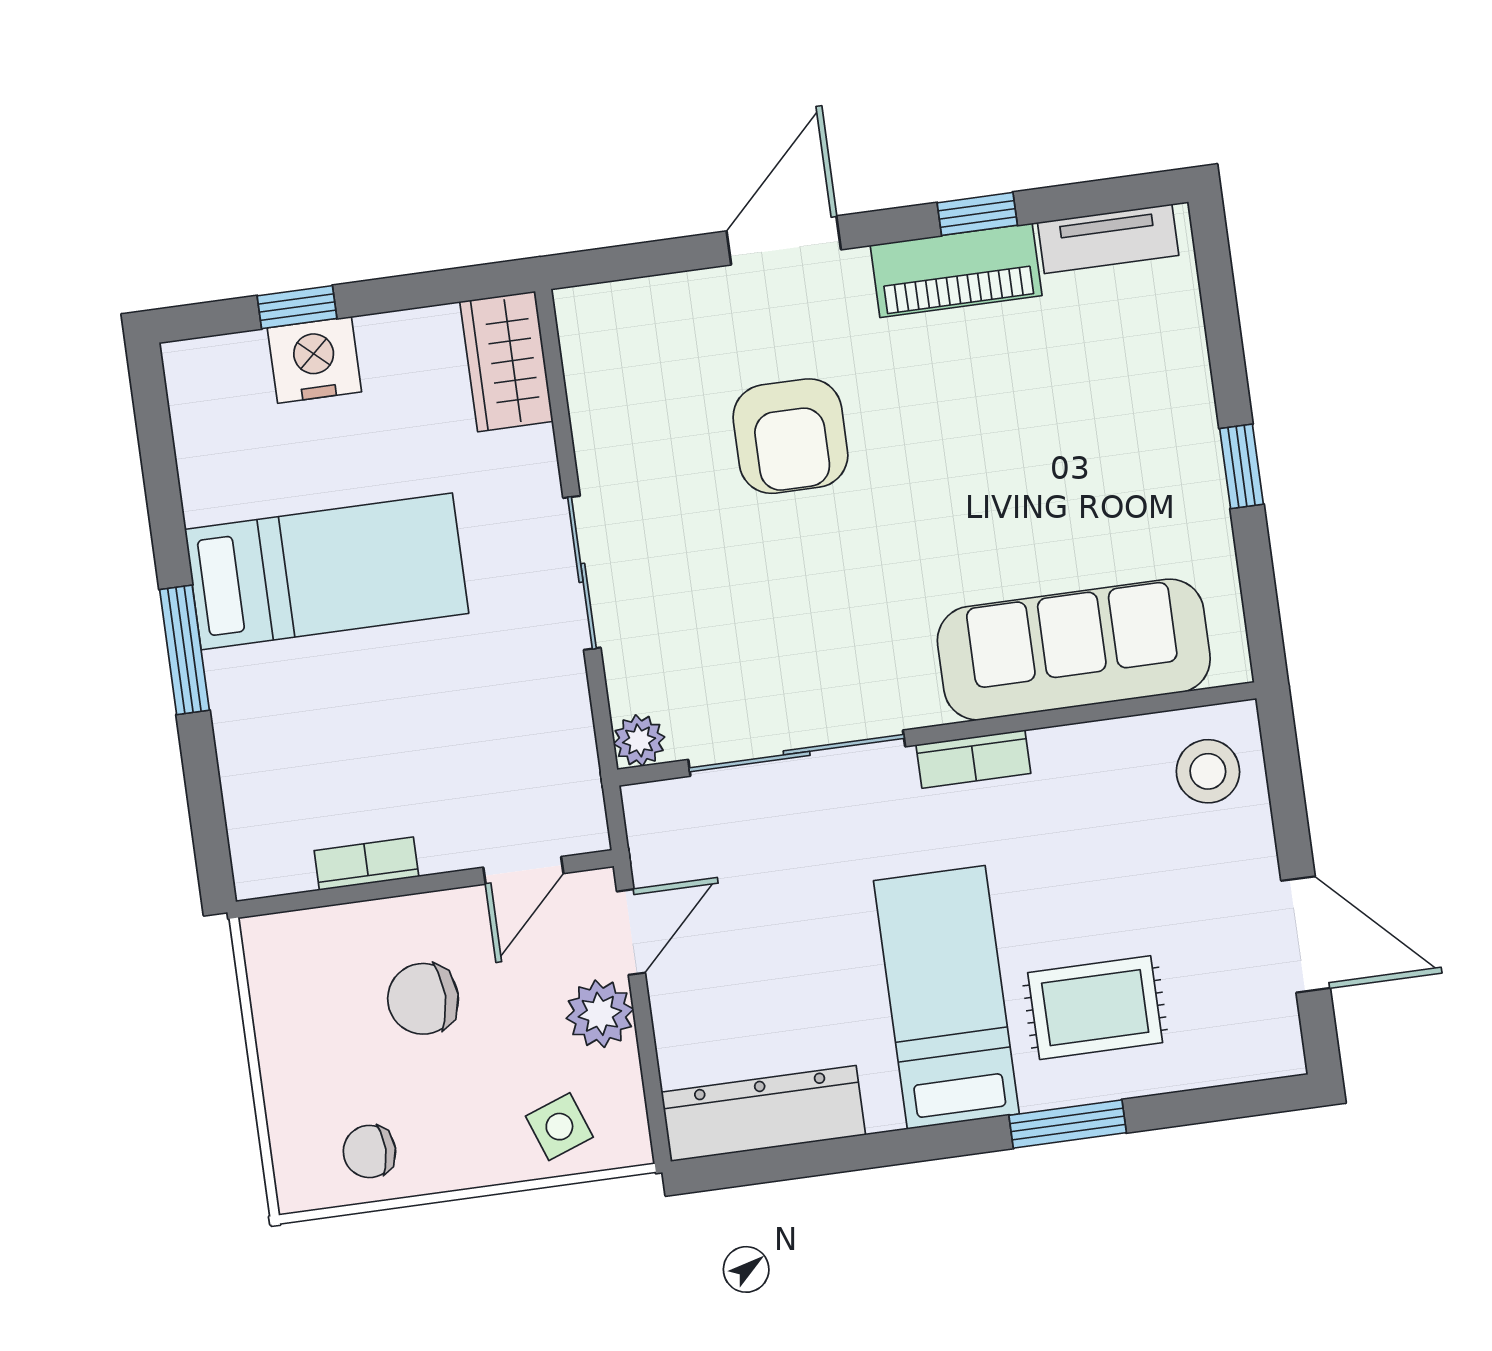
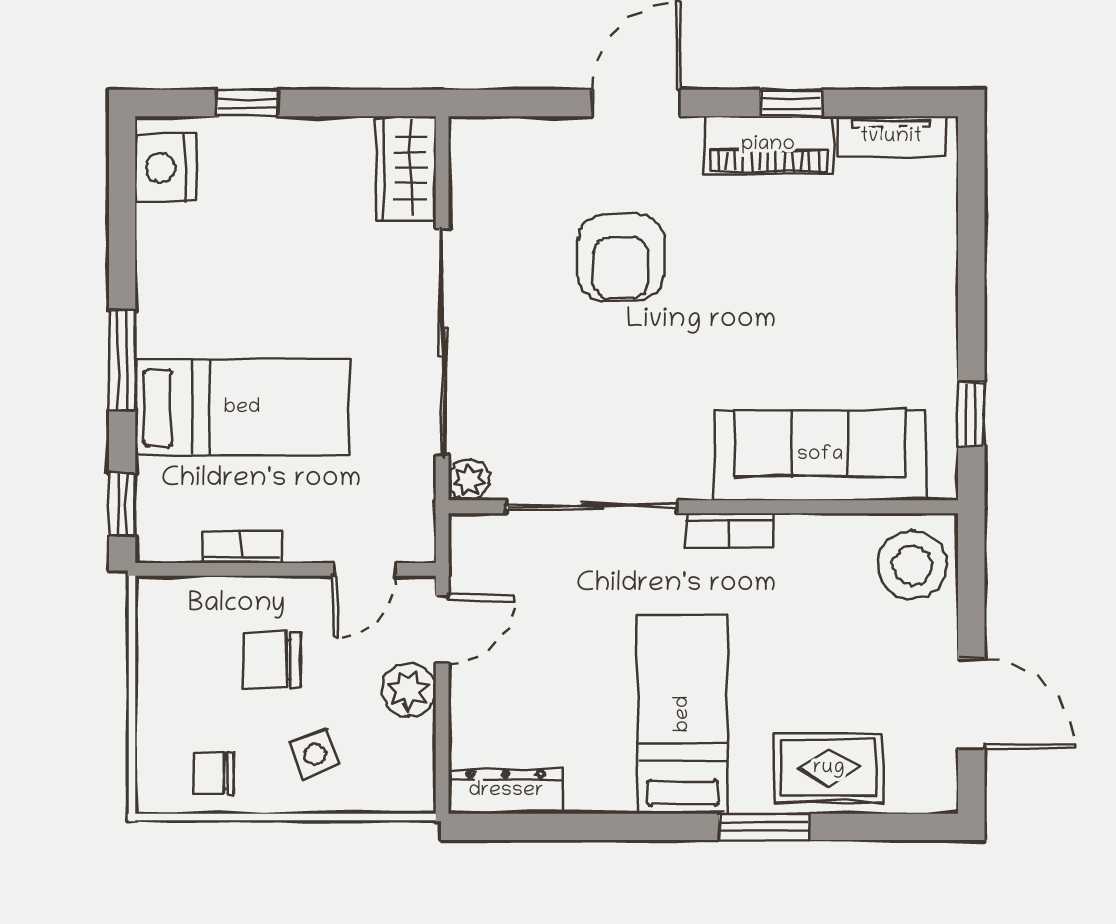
nightstand: (314, 360) -> (165, 168), moved, turned -90
window: (1242, 466) -> (971, 414), moved
bed: (327, 571) -> (242, 408), moved
sliding door: (582, 573) -> (442, 342), width x1.86
stool: (1208, 771) -> (912, 565), width x1.38, depth x1.38
window: (209, 831) -> (122, 504), added
rug: (1095, 1008) -> (829, 768), moved
dresser: (763, 1114) -> (506, 791), width x0.73, depth x0.80
side table: (559, 1127) -> (315, 754), moved

